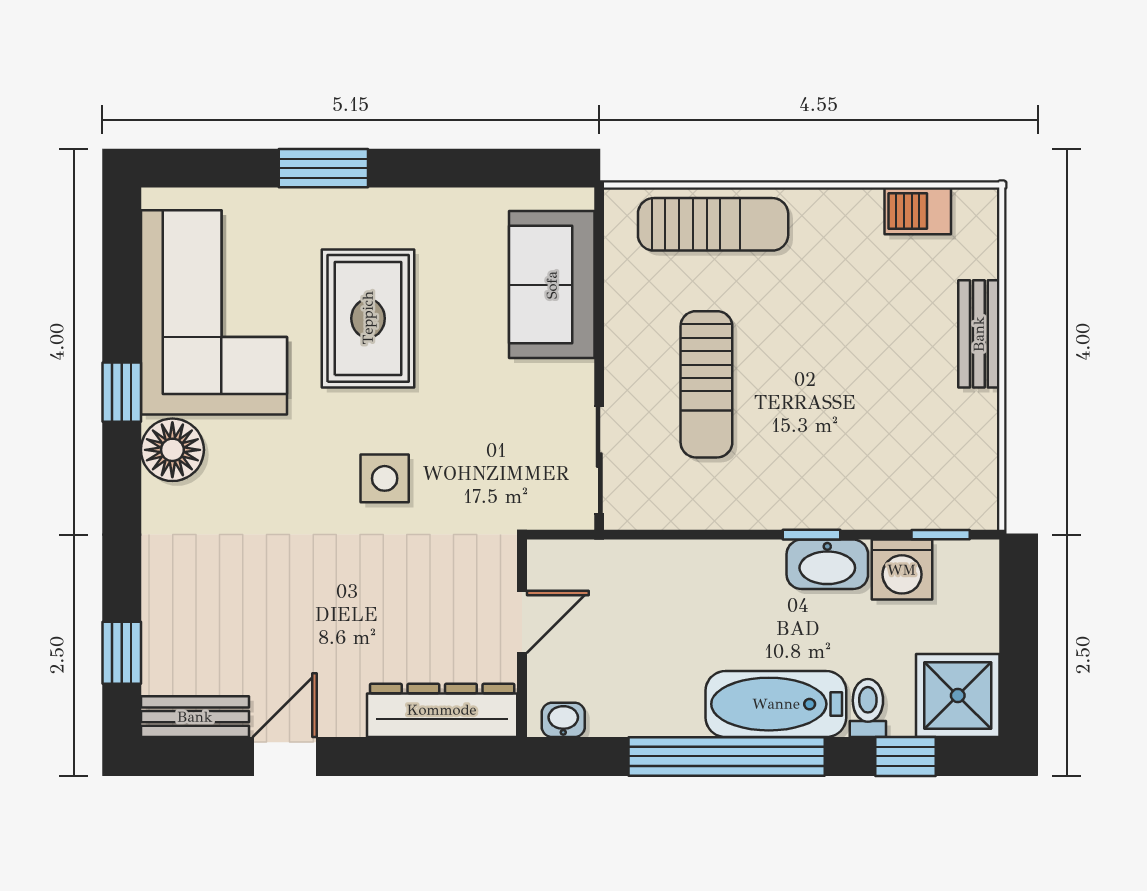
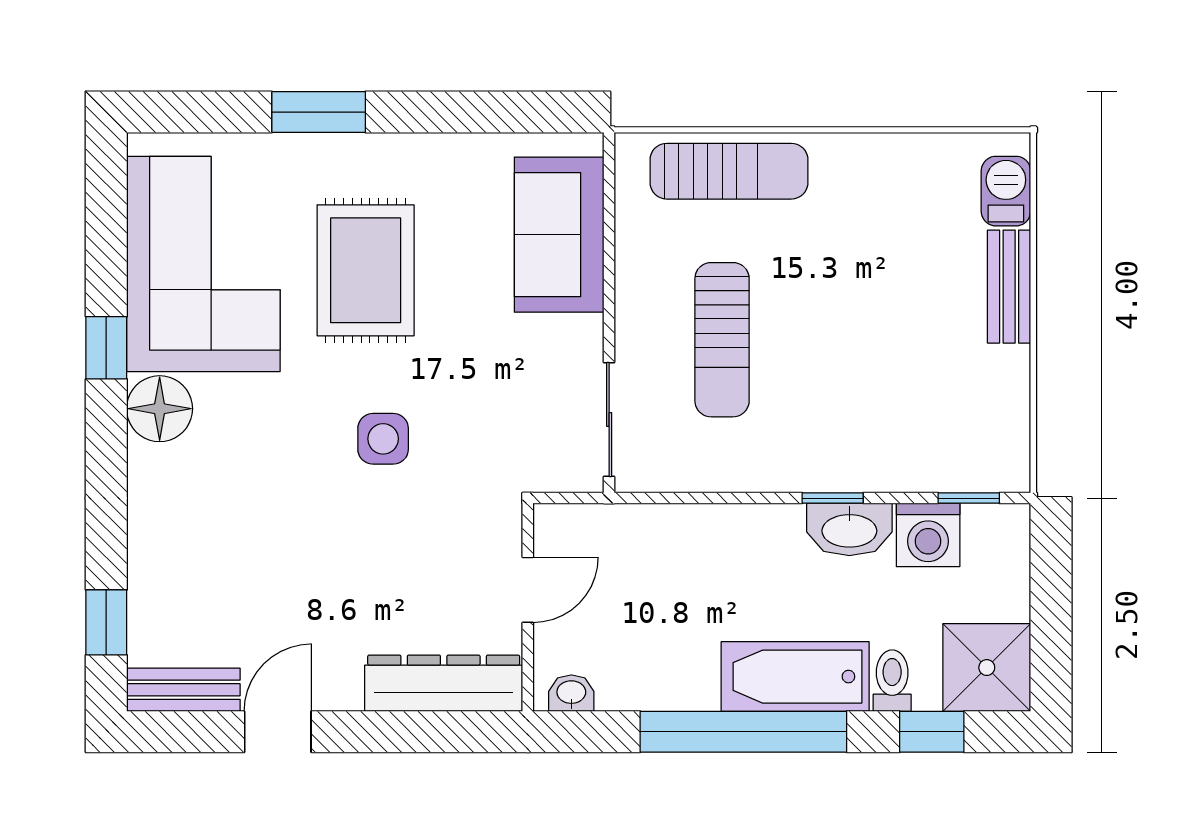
barbecue: (918, 211) -> (1006, 191), moved, turned 90

